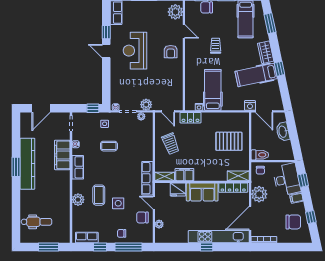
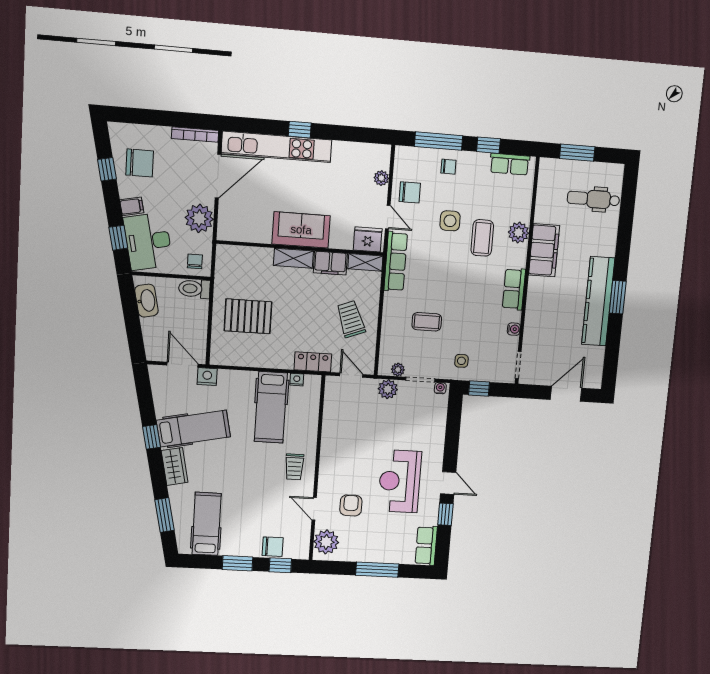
trolley: (216, 46) -> (294, 467), moved
reception desk: (135, 51) -> (400, 481), turned 180
armchair: (171, 52) -> (351, 505), moved
washbasin: (283, 132) -> (146, 301), moved
coffee table: (109, 146) -> (427, 322), moved
filing cabinet: (62, 155) -> (544, 250), moved
shelving: (238, 176) -> (293, 258), moved
locker: (233, 188) -> (245, 234), removed
fridge: (178, 189) -> (368, 239), moved
chair: (293, 222) -> (140, 163), turned 180

